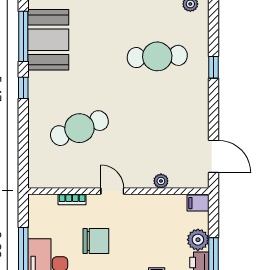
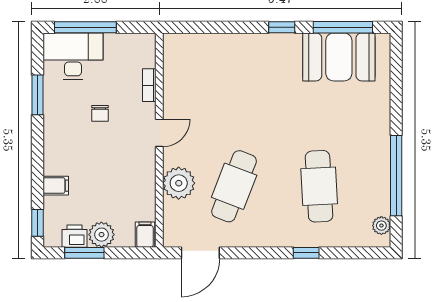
cafe table: (79, 128) -> (234, 186), moved, turned 42
plant: (161, 181) -> (179, 183), width x1.88, depth x1.88
chair: (96, 241) -> (100, 113), width x0.54, depth x0.54

